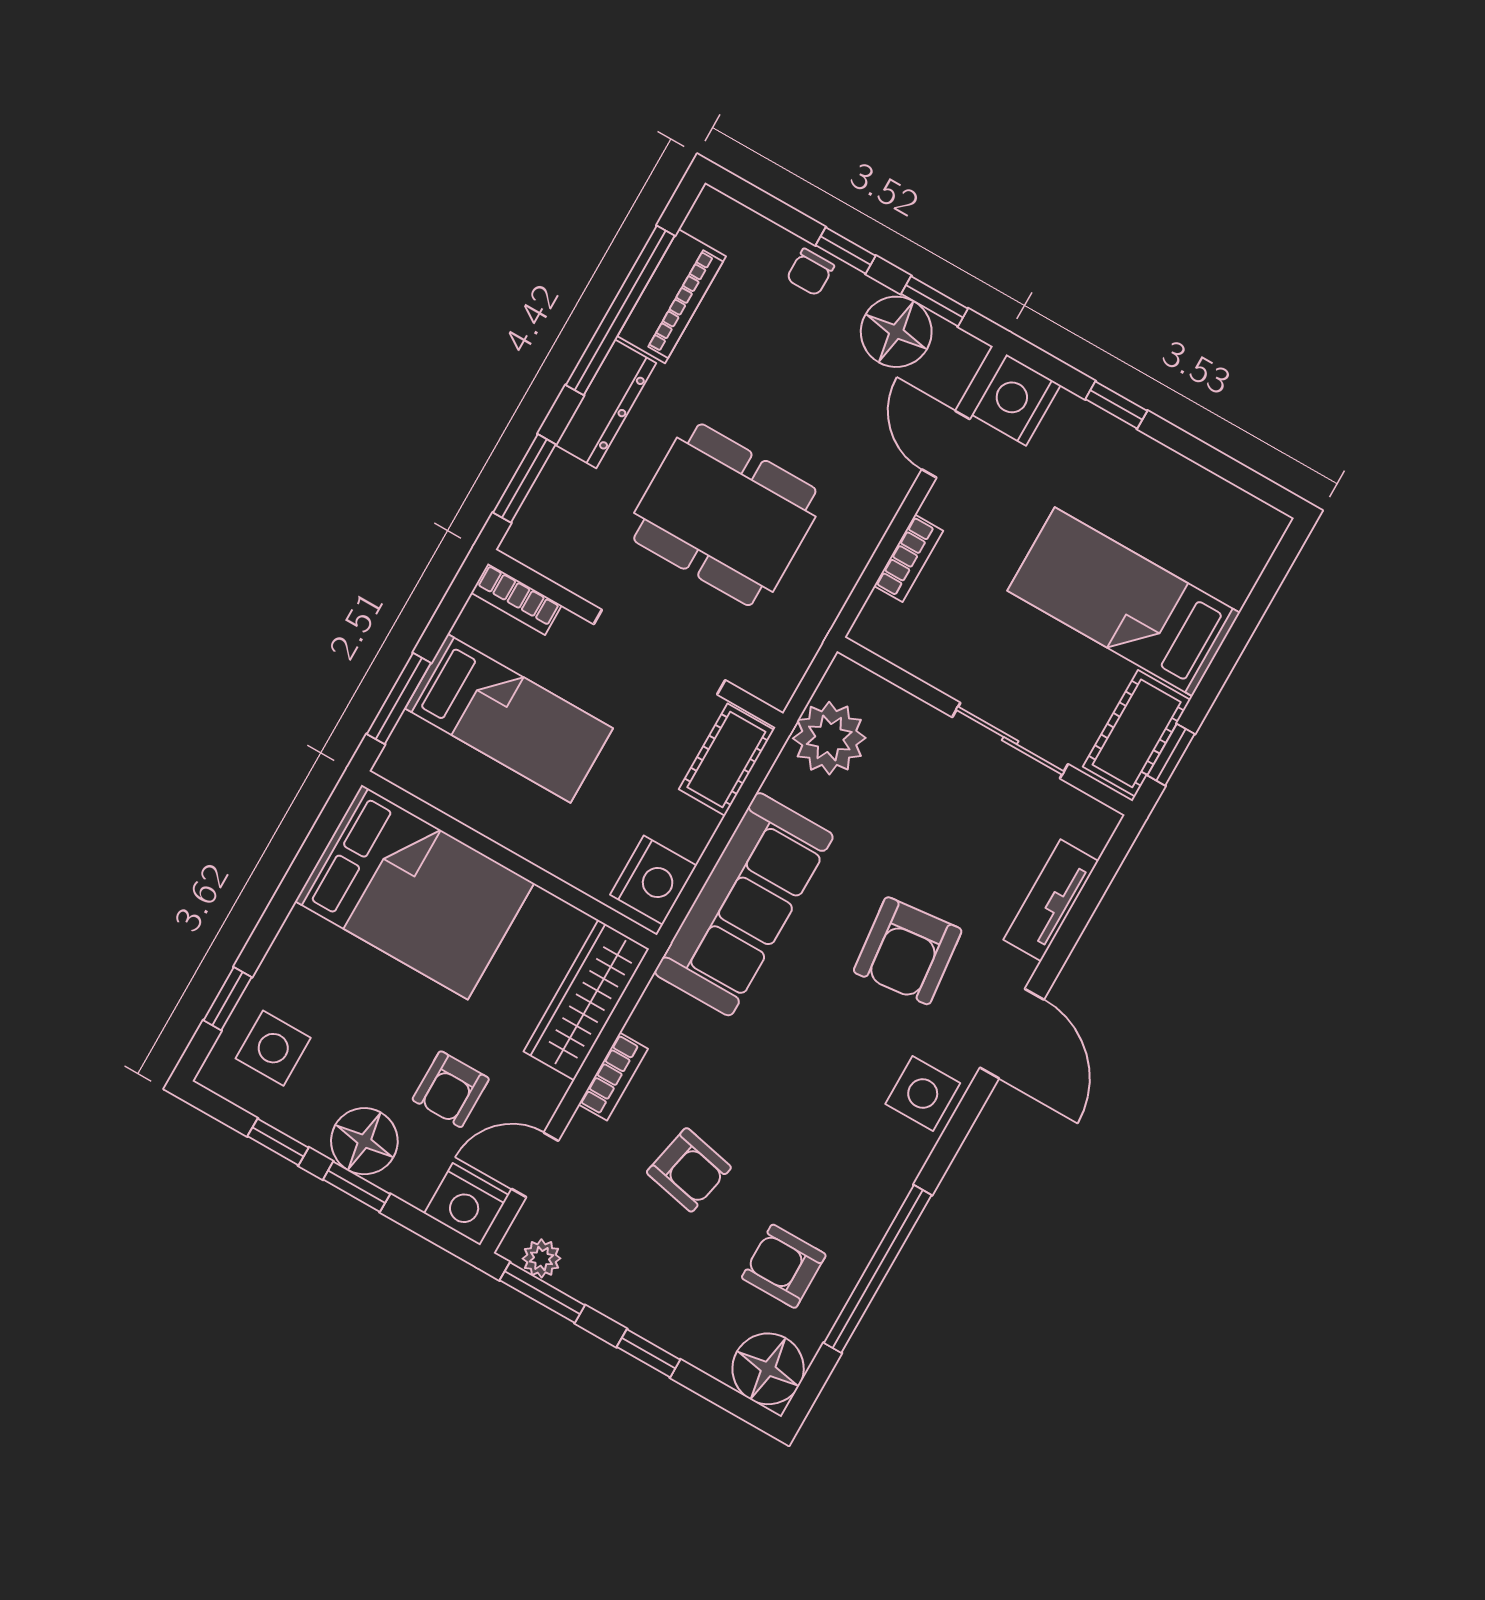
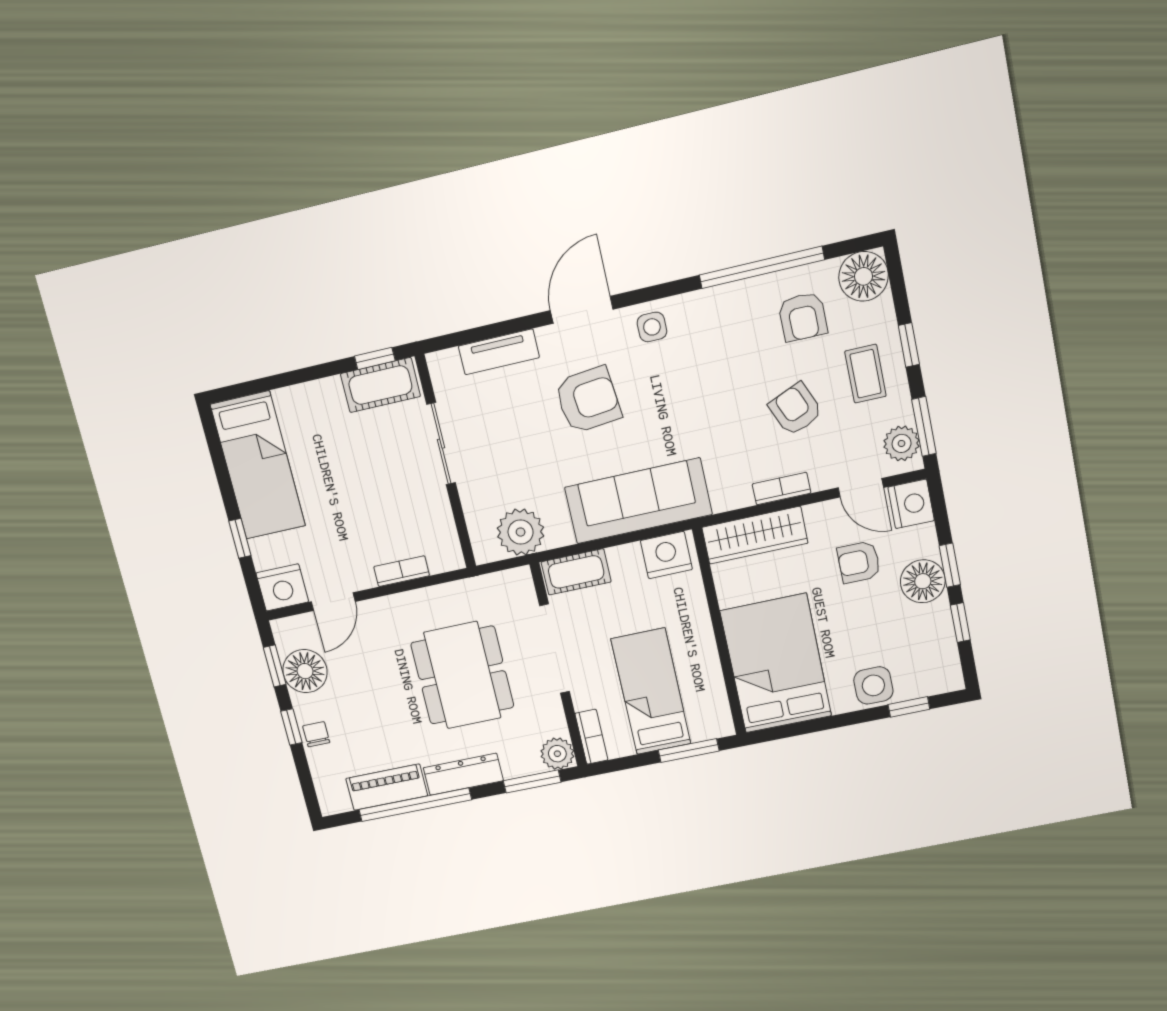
chair: (810, 272) -> (316, 734), turned -90
plant: (532, 540) -> (557, 754), added
bed: (1124, 602) -> (258, 465), moved
side table: (273, 1048) -> (873, 685), moved
armchair: (451, 1089) -> (859, 562), turned 180
side table: (923, 1093) -> (652, 327), width x0.73, depth x0.73
armchair: (689, 1170) -> (795, 409), turned -35
plant: (542, 1258) -> (902, 443), width x1.38, depth x1.38
coffee table: (659, 1280) -> (865, 374), added

